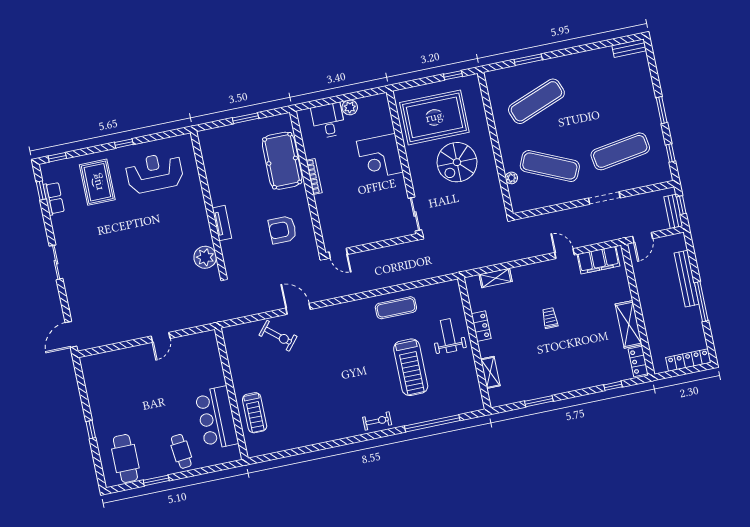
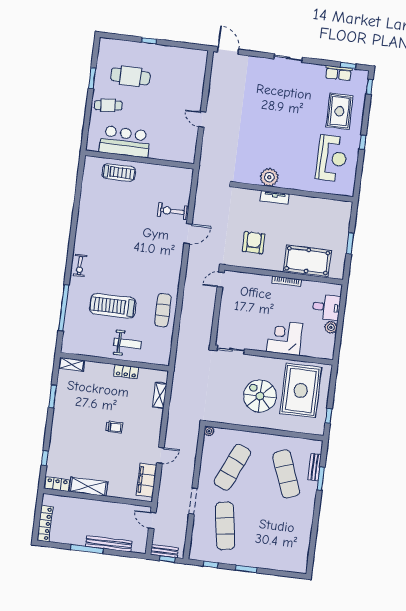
bench: (629, 48) -> (315, 467), moved
plant: (511, 178) -> (209, 431), moved
rug: (97, 182) -> (340, 111), turned 90
plant: (205, 257) -> (269, 177), moved
exercise bike: (278, 336) -> (172, 211), turned 50
shelving: (490, 372) -> (71, 364), moved
treadmill: (255, 413) -> (119, 173), turned 180
cafe table: (125, 458) -> (130, 76), moved

